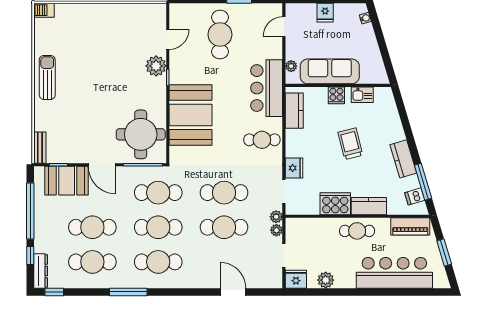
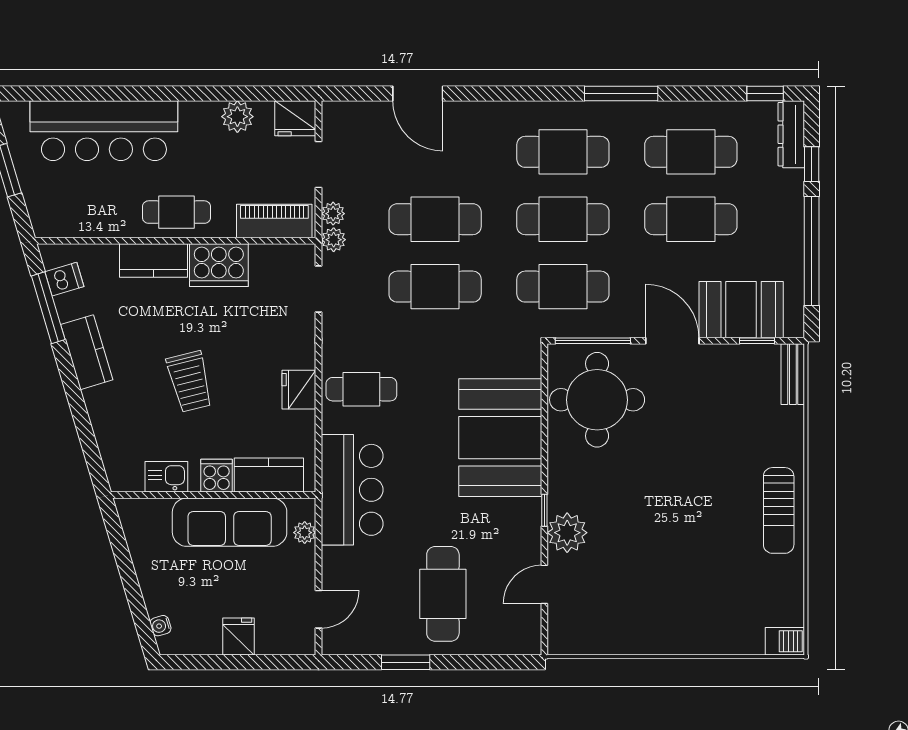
kitchen counter: (294, 111) -> (269, 475), moved, turned 90
fridge: (294, 168) -> (299, 390), moved
piano: (410, 226) -> (274, 221), moved

